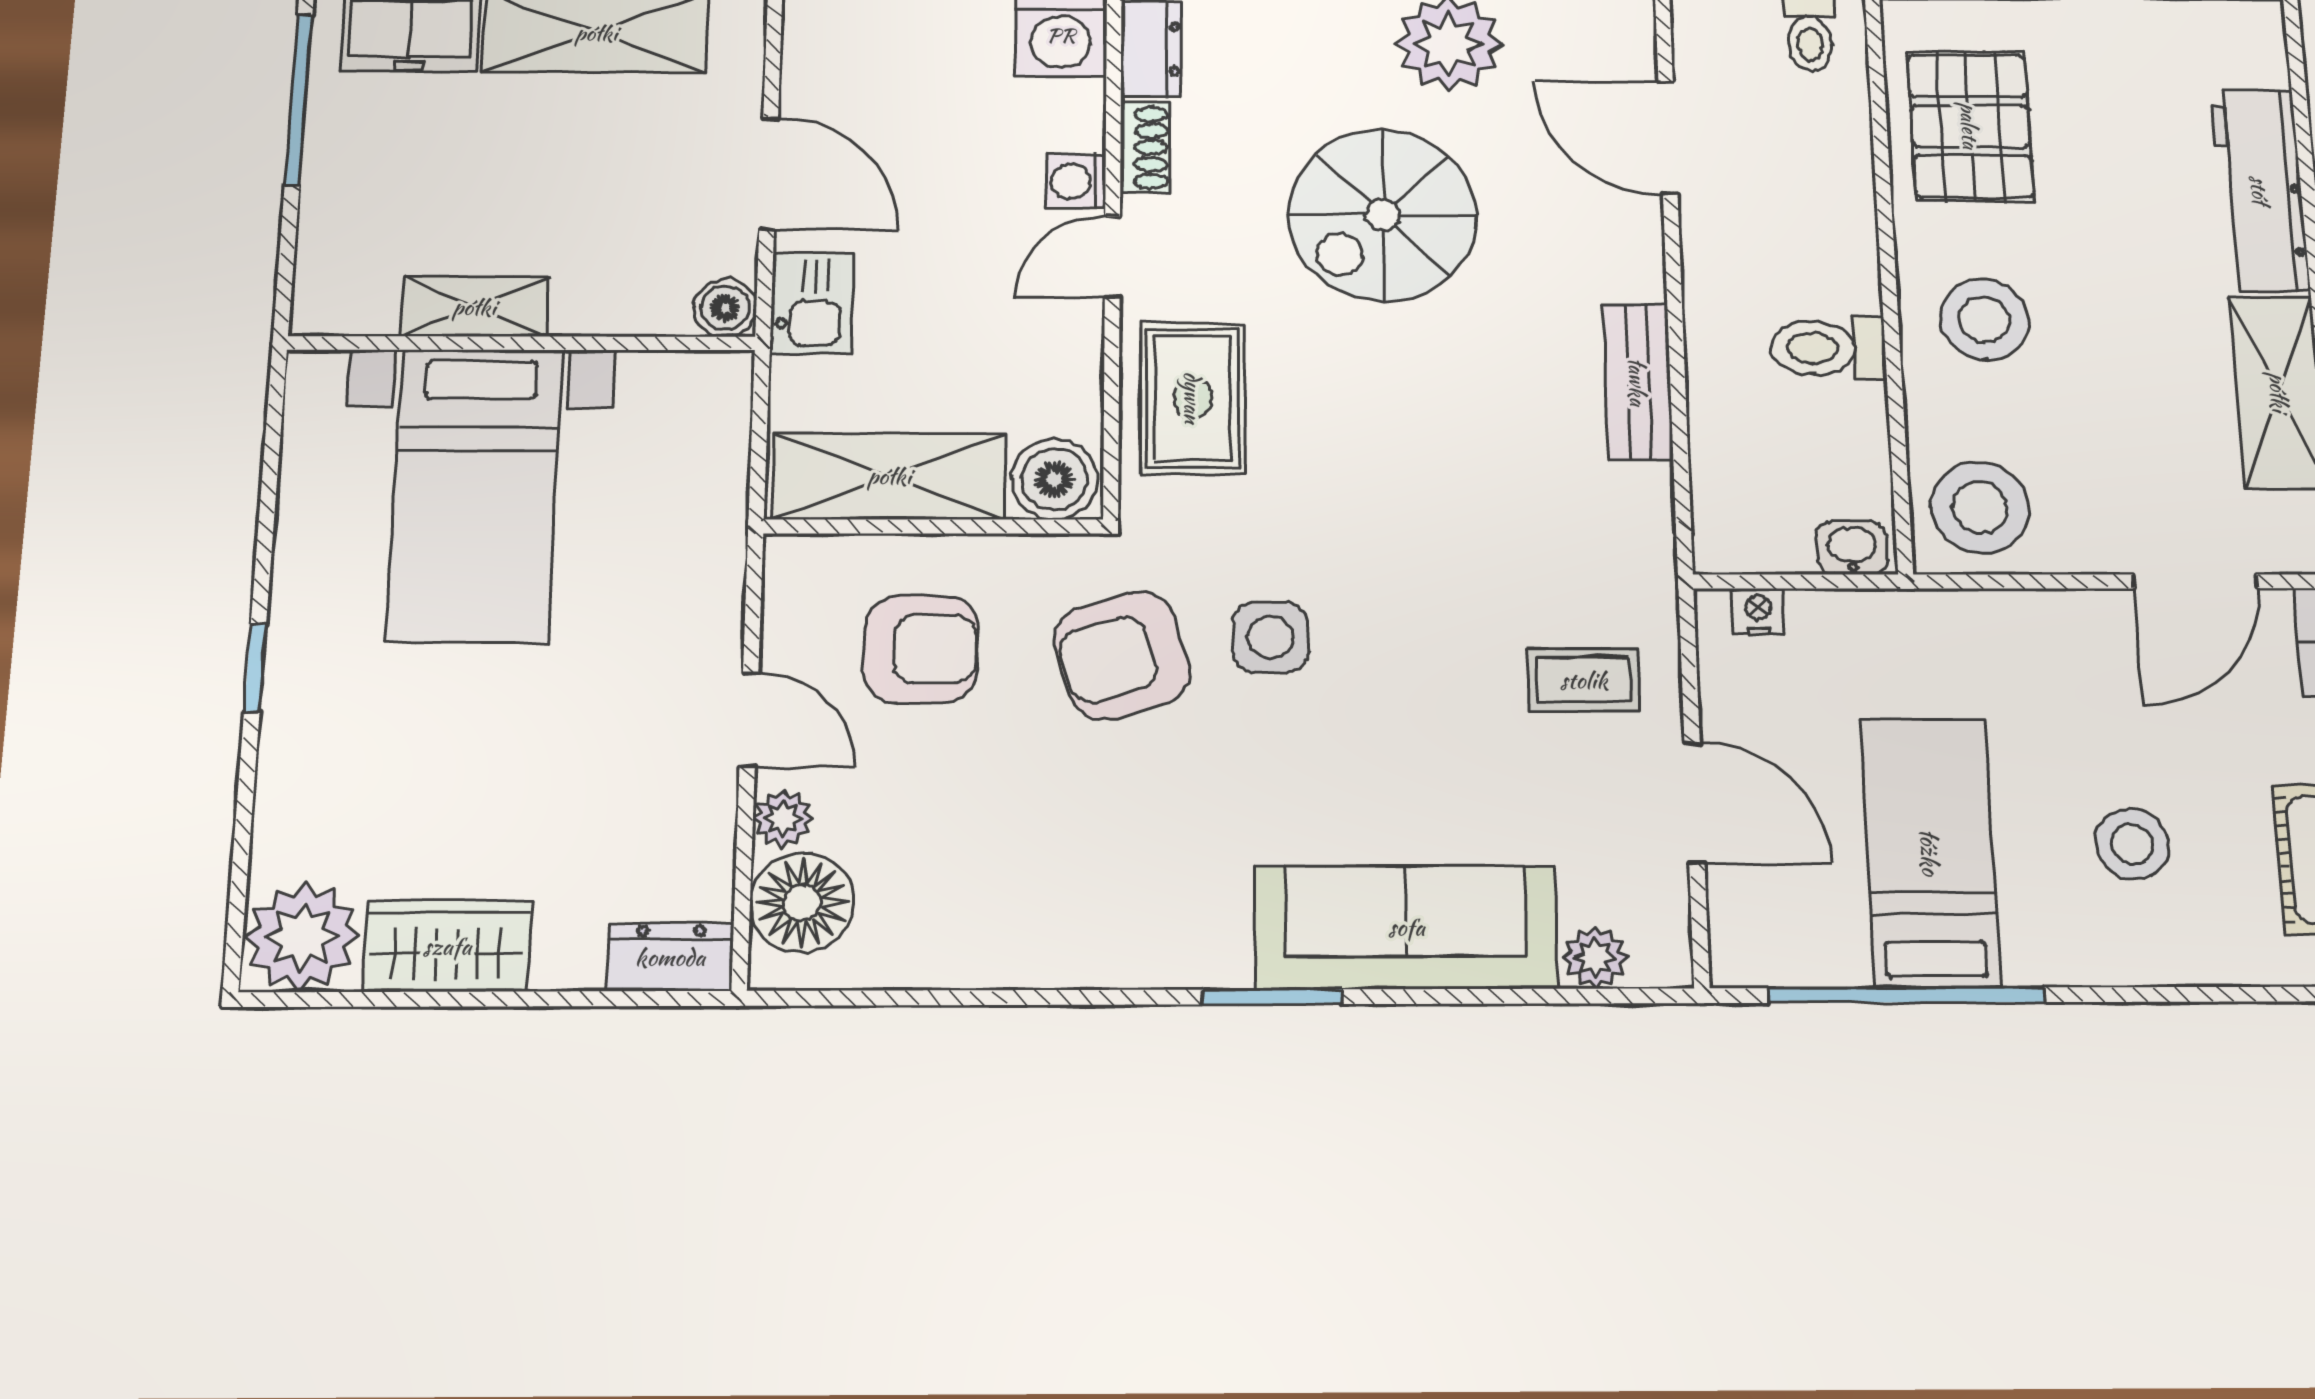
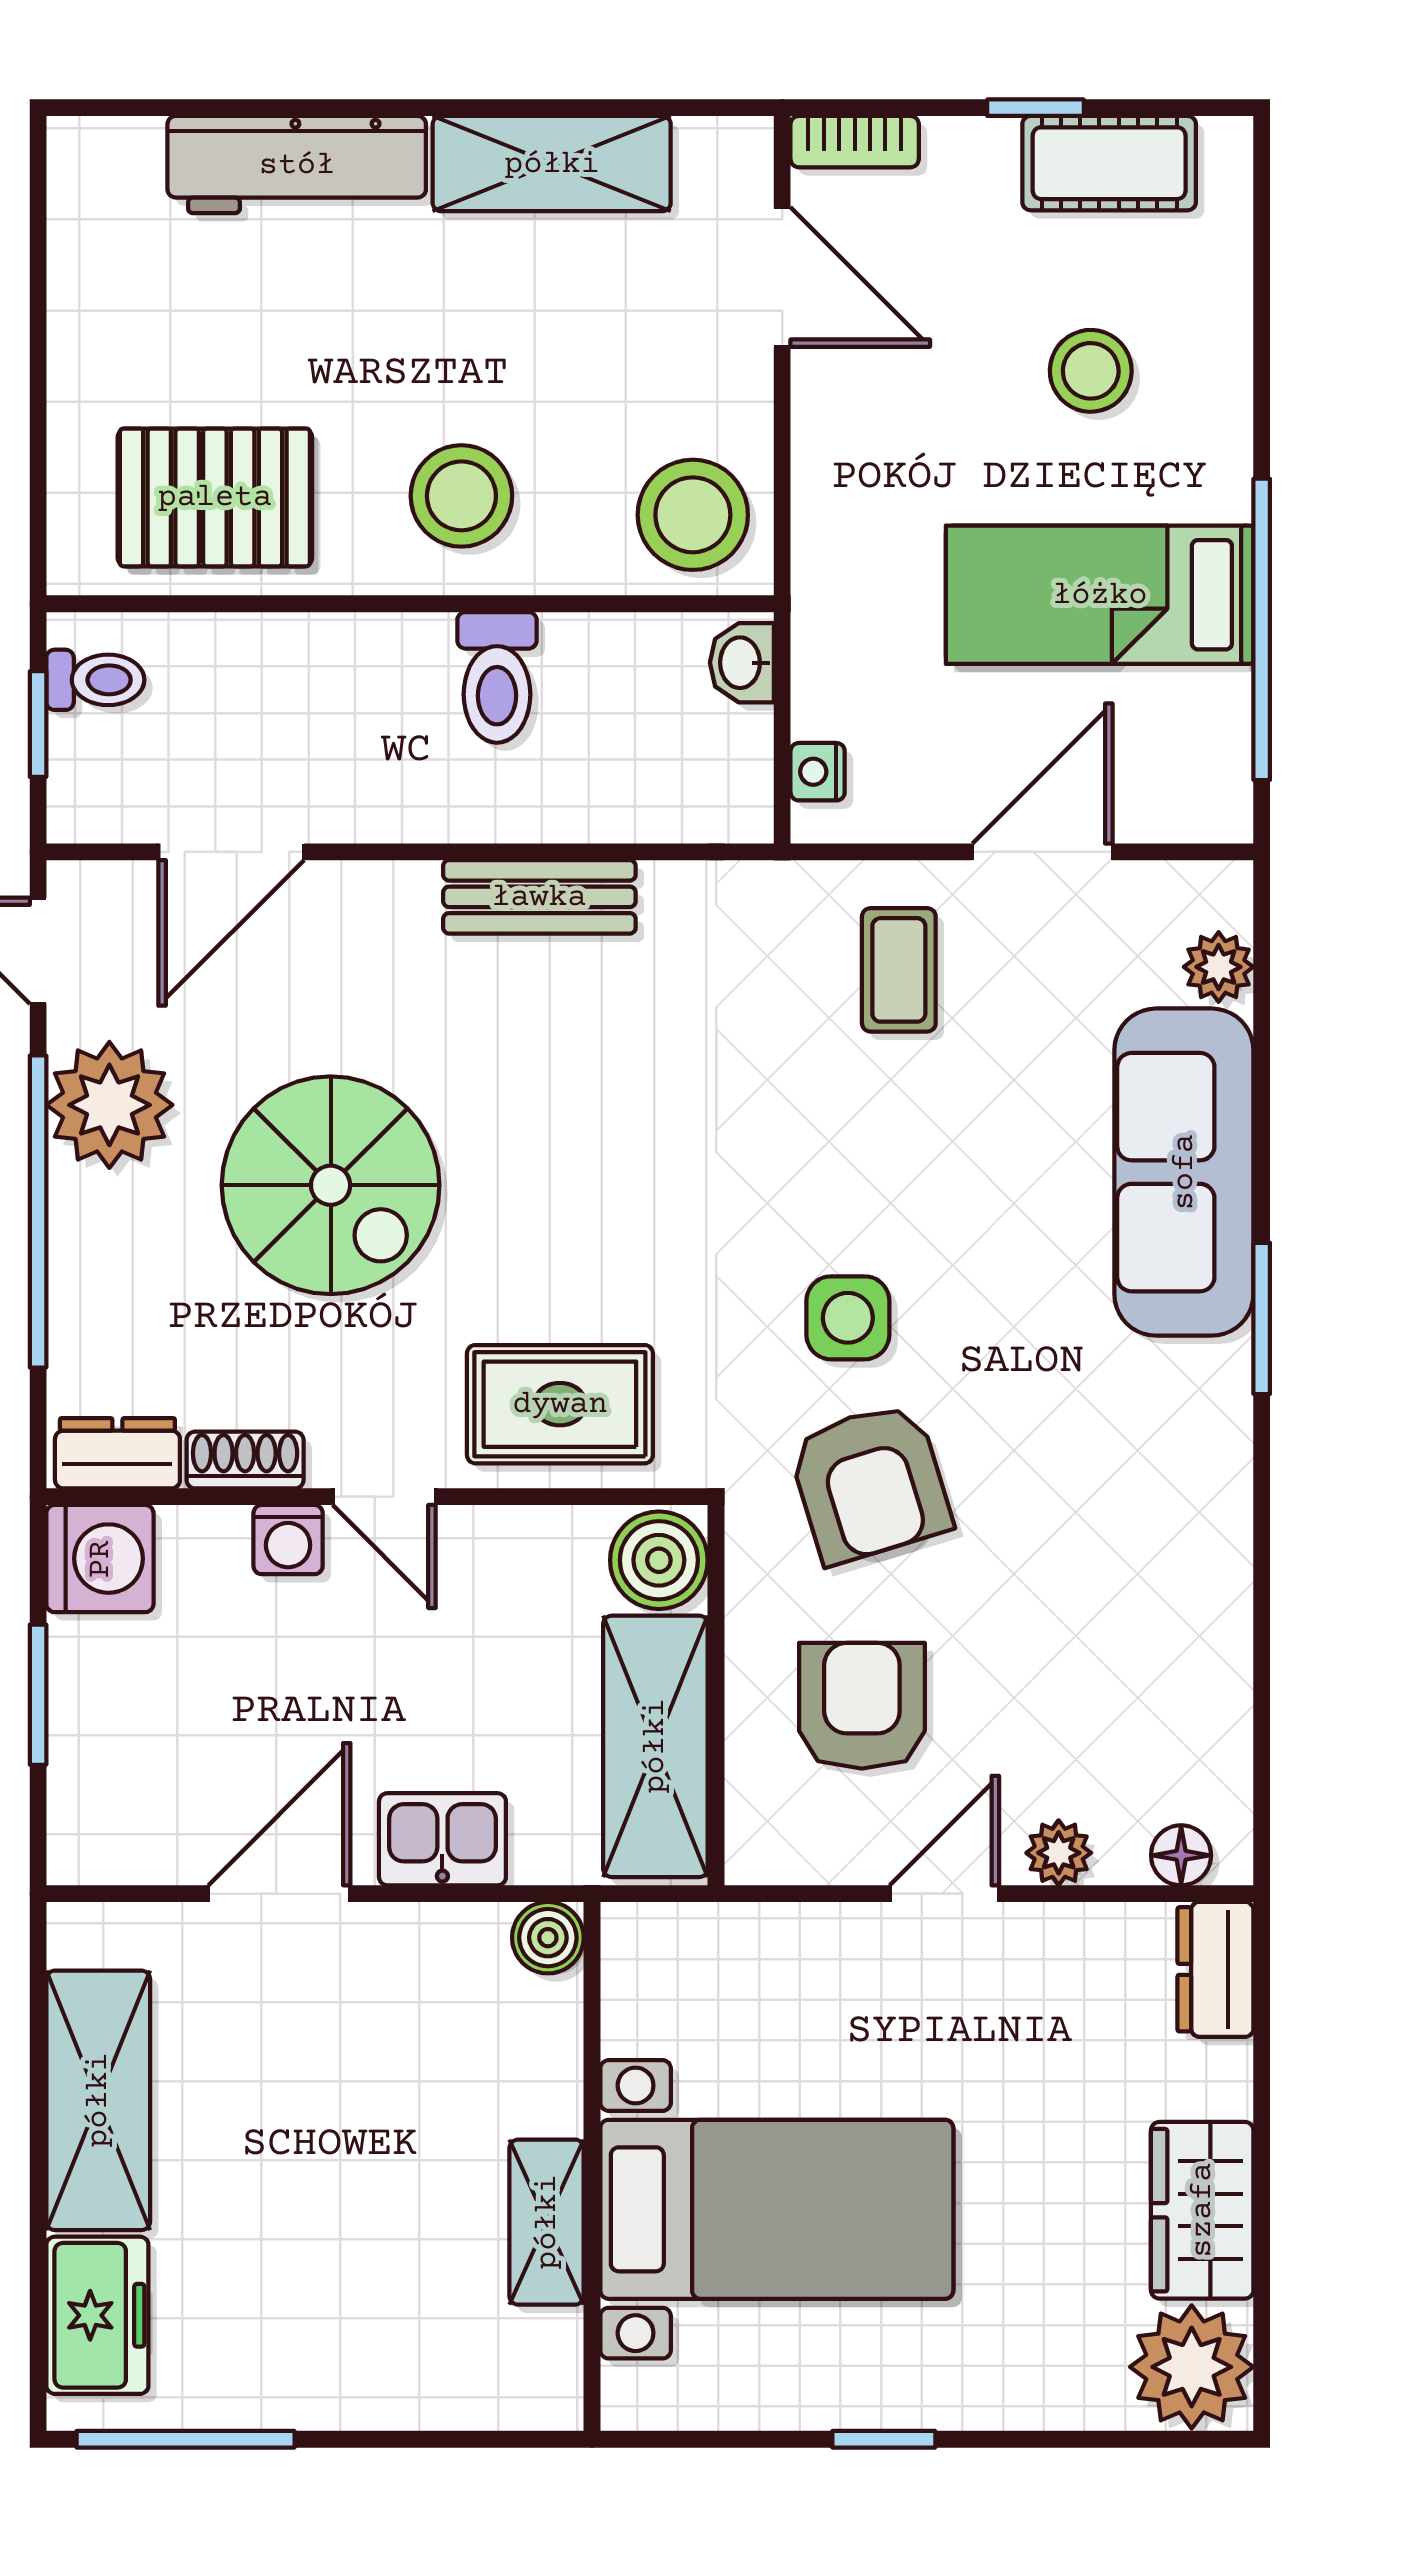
shelving: (474, 307) -> (547, 2222), moved
boiler: (725, 308) -> (548, 1938), moved
wall: (522, 343) -> (592, 2166), moved
bed with nightstands: (475, 495) -> (777, 2209), moved
floor lamp: (802, 903) -> (1181, 1855), width x0.53, depth x0.53

